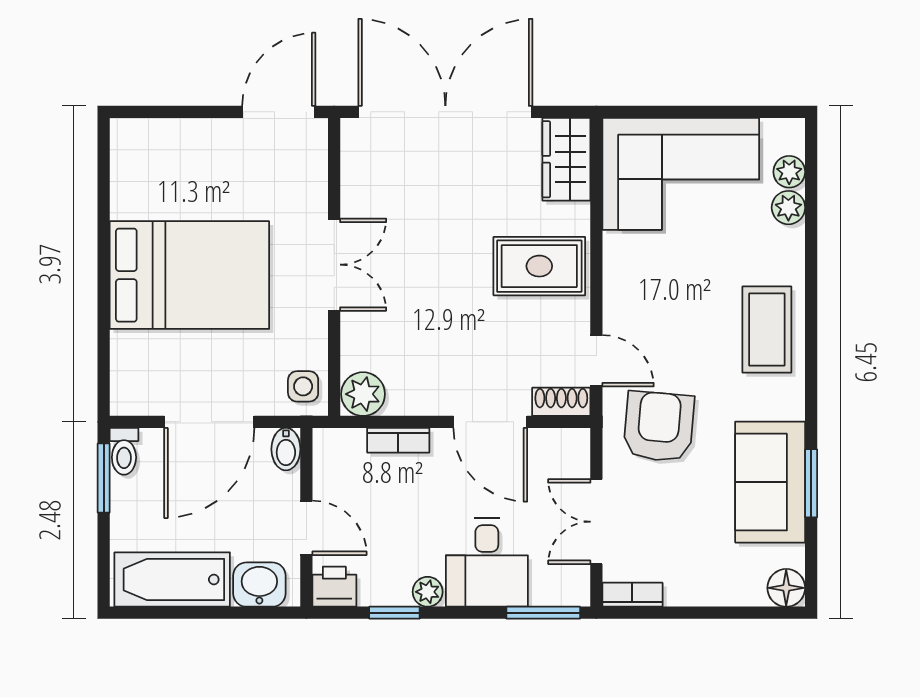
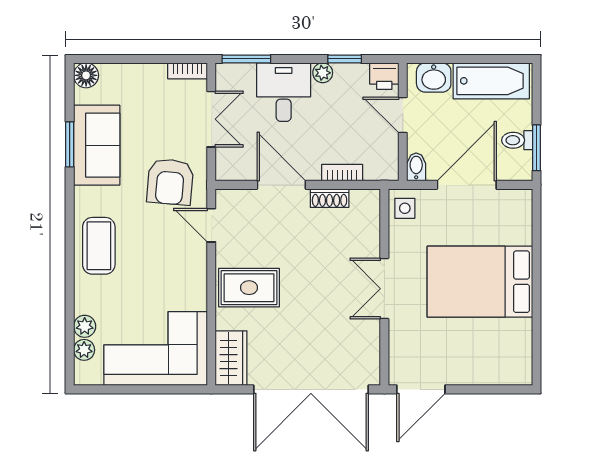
plant: (363, 394) -> (365, 203), removed
shoe rack: (561, 402) -> (330, 198), moved
toilet: (124, 451) -> (517, 140), moved, turned -90

